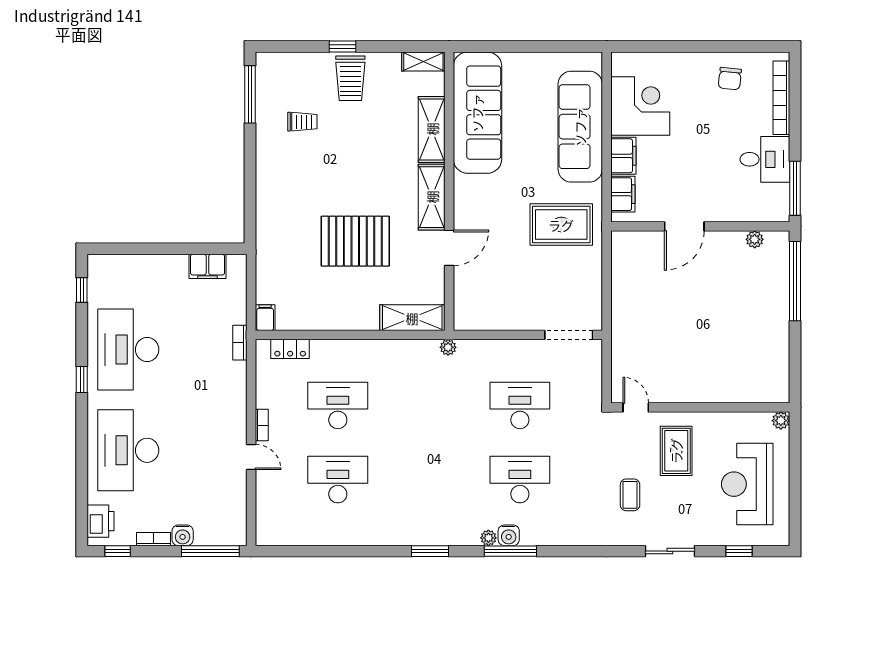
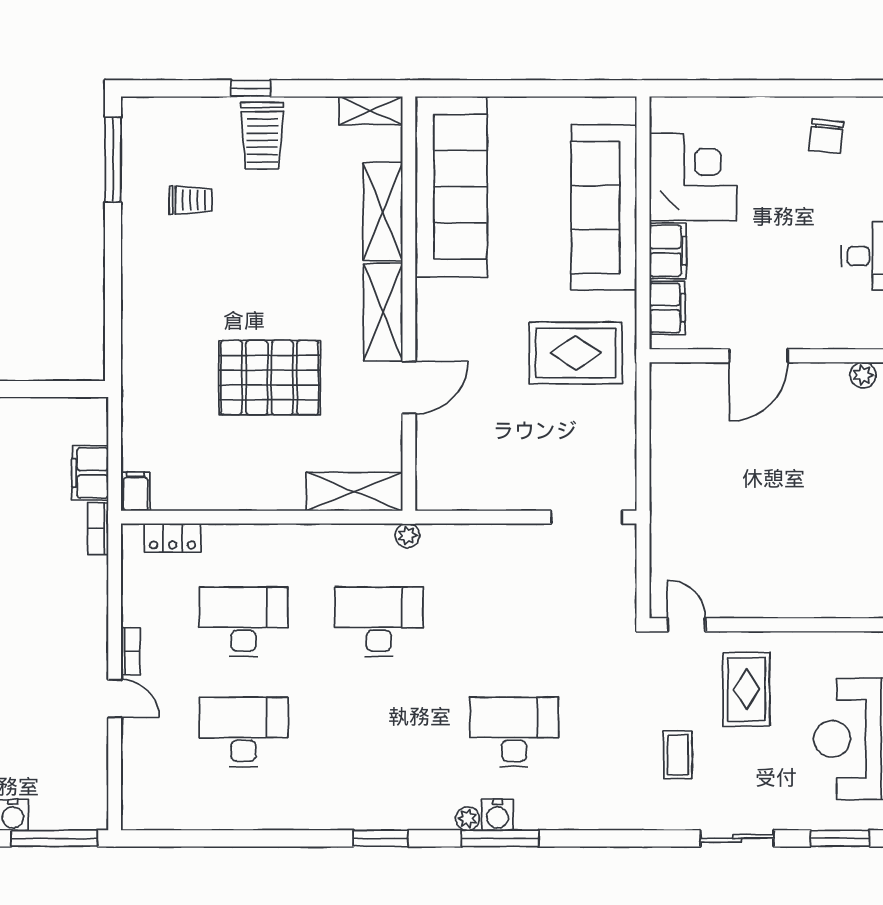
filing cabinet: (207, 266) -> (90, 473), moved, turned 90
desk: (520, 405) -> (379, 622), moved
window: (739, 551) -> (840, 838), width x1.50

